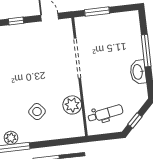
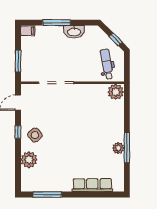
filing cabinet: (133, 19) -> (28, 31), added
plant: (72, 105) -> (116, 92), moved
side table: (37, 112) -> (35, 135), moved

